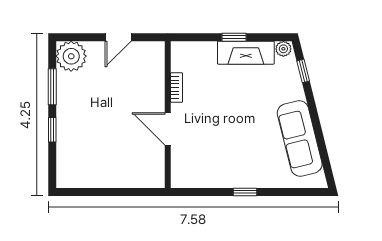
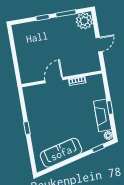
door: (118, 37) -> (99, 45), swing flipped

